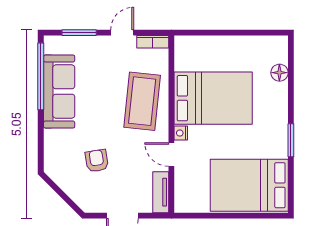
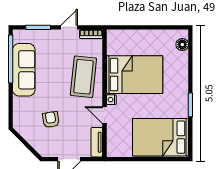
floor lamp: (279, 73) -> (182, 45), moved

